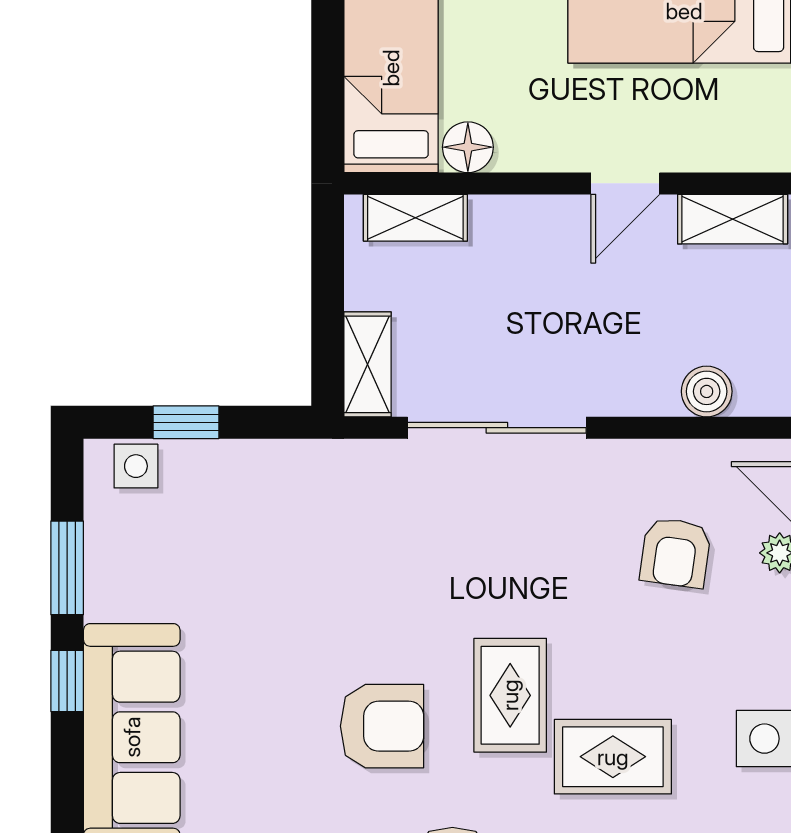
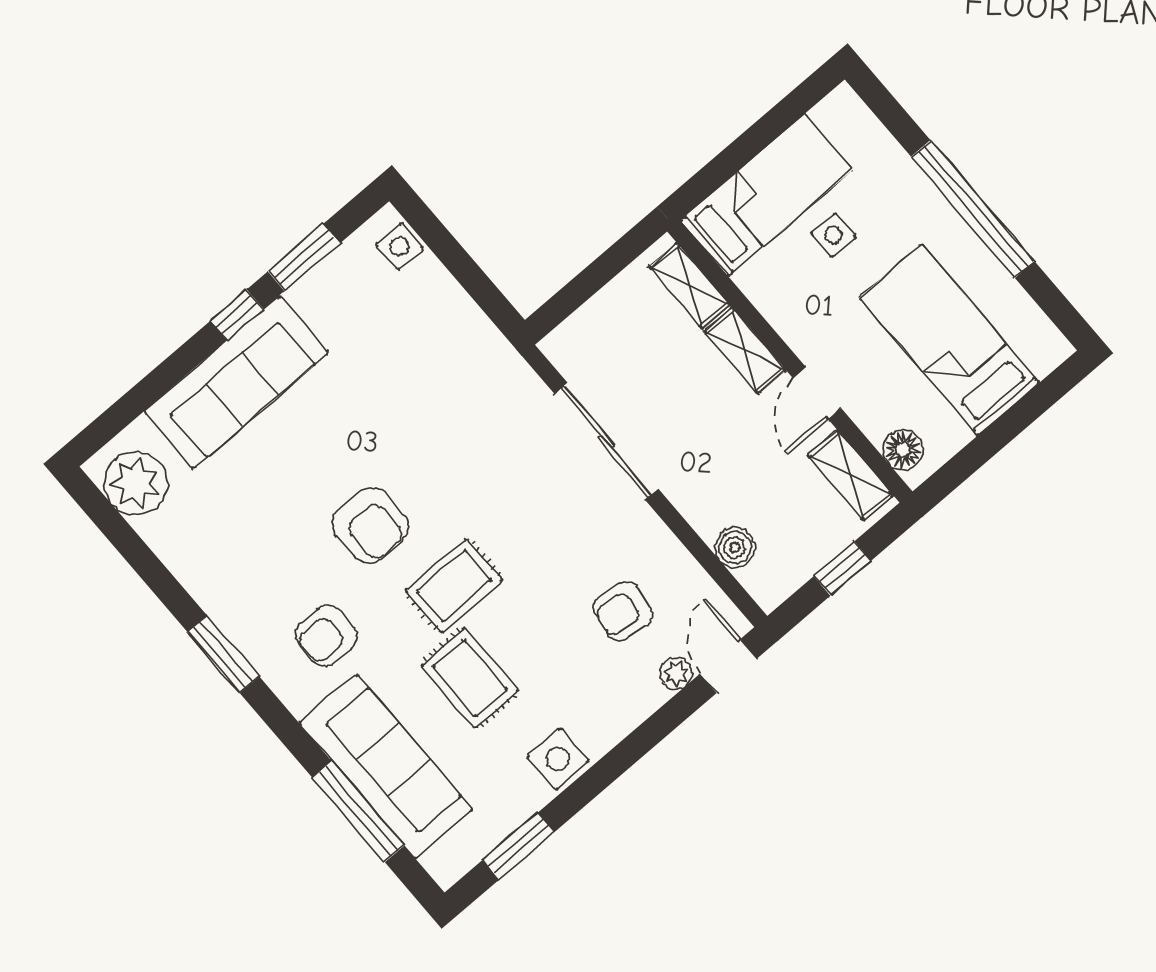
side table: (486, 36) -> (833, 235), added
floor lamp: (468, 147) -> (903, 450), moved
door: (625, 183) -> (817, 393), hinge flipped
shelving: (368, 364) -> (745, 351), moved, turned 90
window: (186, 422) -> (451, 254), removed

